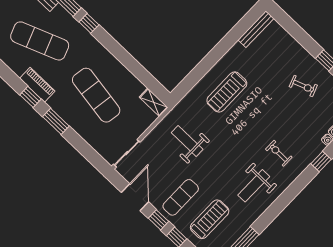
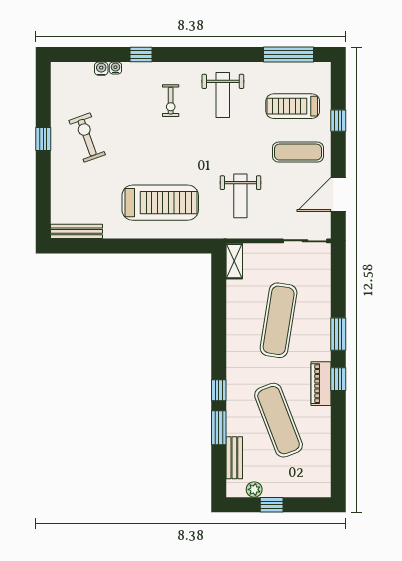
exercise bike: (303, 86) -> (87, 138), width x1.38, depth x1.39
treadmill: (227, 92) -> (160, 203), width x1.37, depth x1.38
weight bench: (254, 186) -> (223, 95), turned 90
window: (159, 220) -> (338, 153), removed

